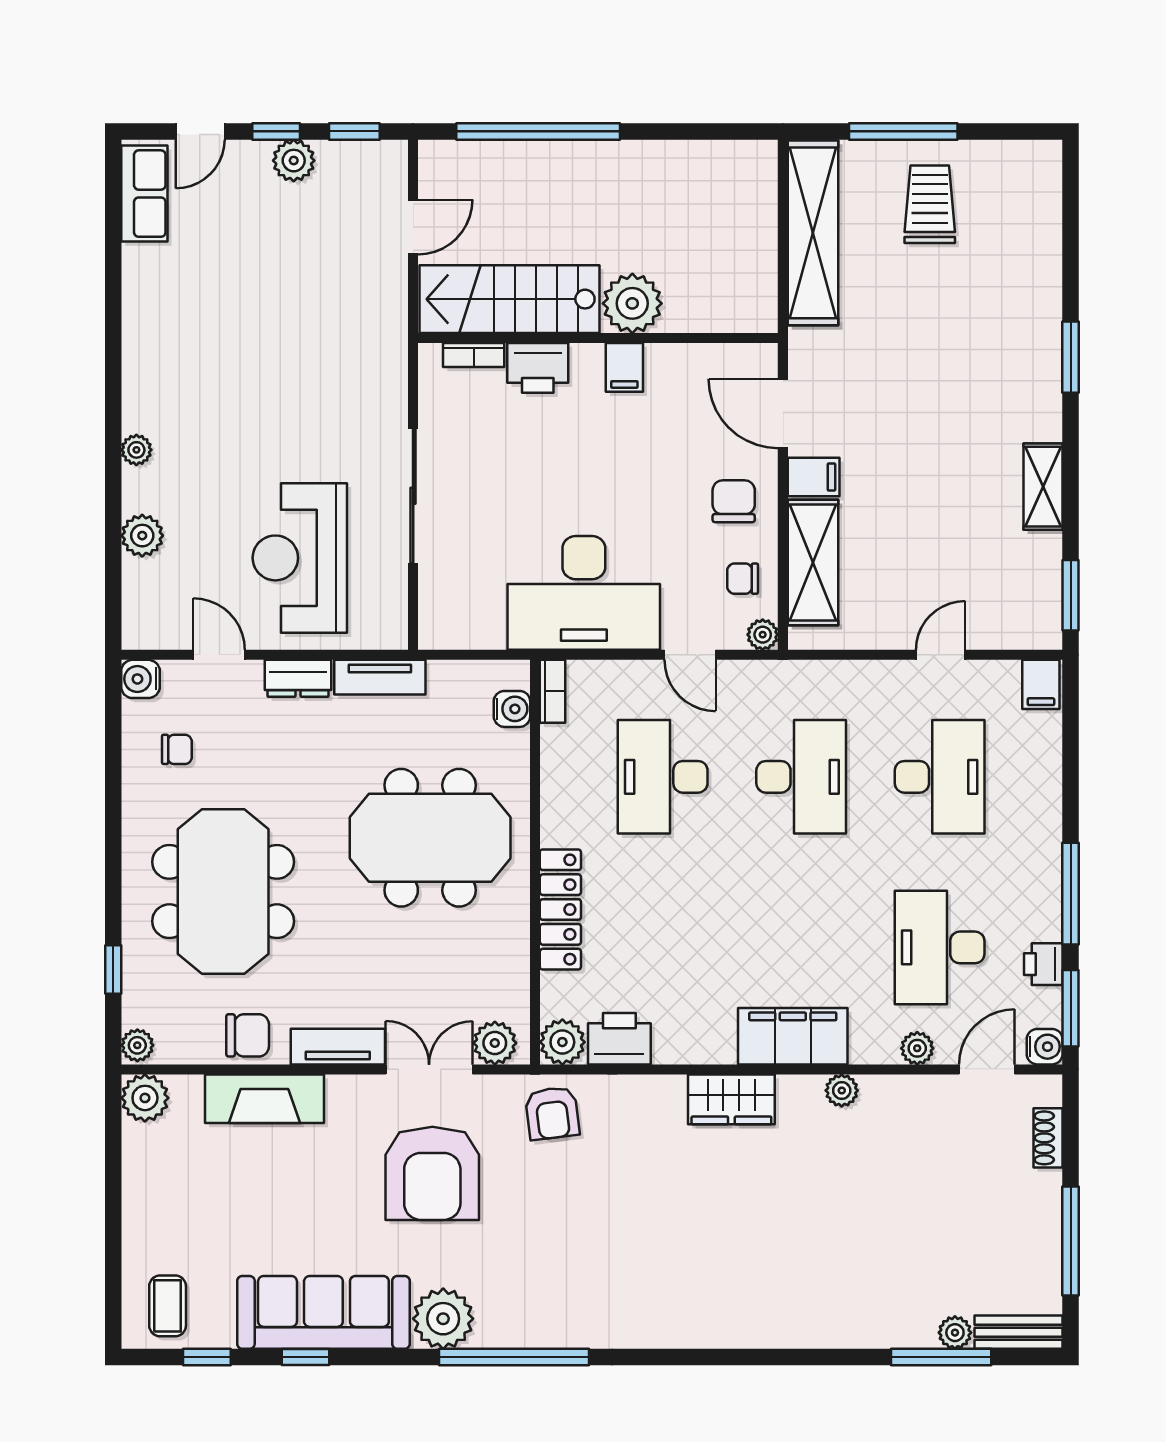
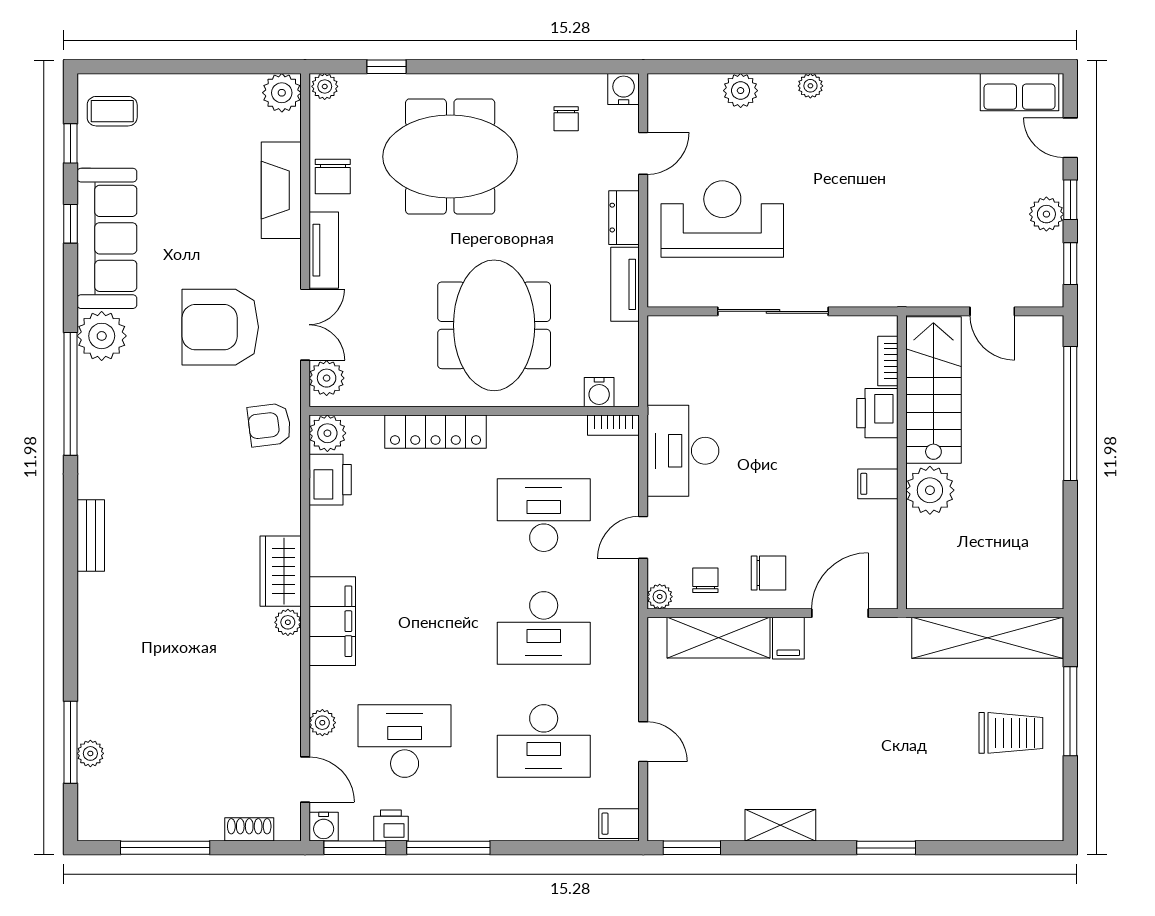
desk: (584, 593) -> (683, 451), width x0.73, depth x0.77
plant: (842, 1090) -> (288, 622), moved
bench: (1019, 1332) -> (91, 535), moved

